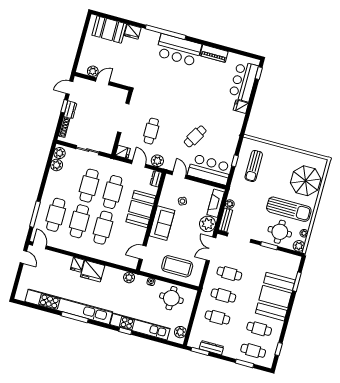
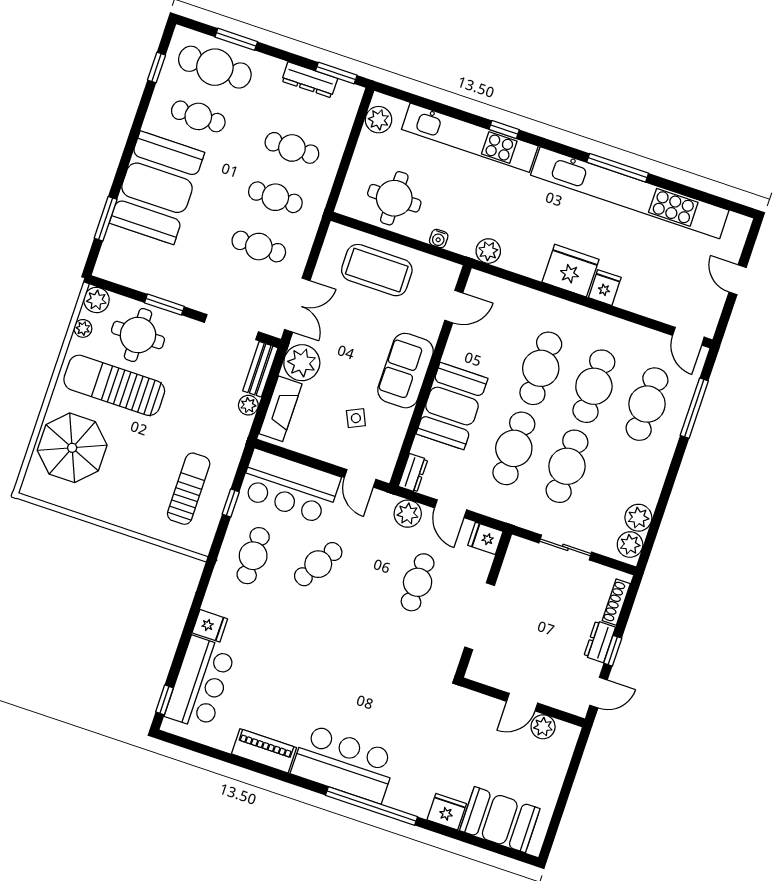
cafe table: (224, 138) -> (253, 556), added
door: (23, 257) -> (738, 280), moved
cafe table: (253, 351) -> (215, 67), width x1.37, depth x1.35

